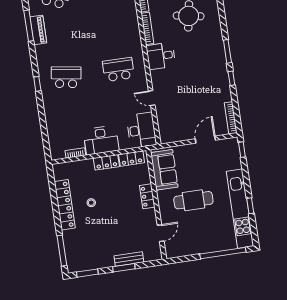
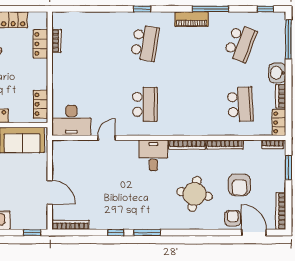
piano: (38, 30) -> (192, 19), moved
desk: (101, 140) -> (67, 72), removed
locker: (106, 162) -> (40, 44), moved

